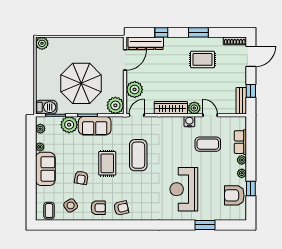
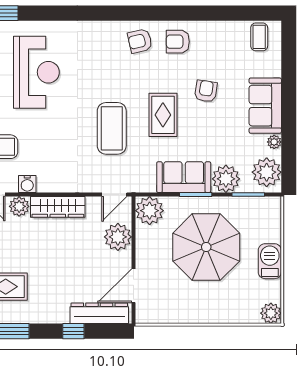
barbecue: (46, 107) -> (270, 261), moved, turned 90
plant: (40, 129) -> (267, 172), width x1.87, depth x1.87
side table: (71, 205) -> (223, 45), removed

